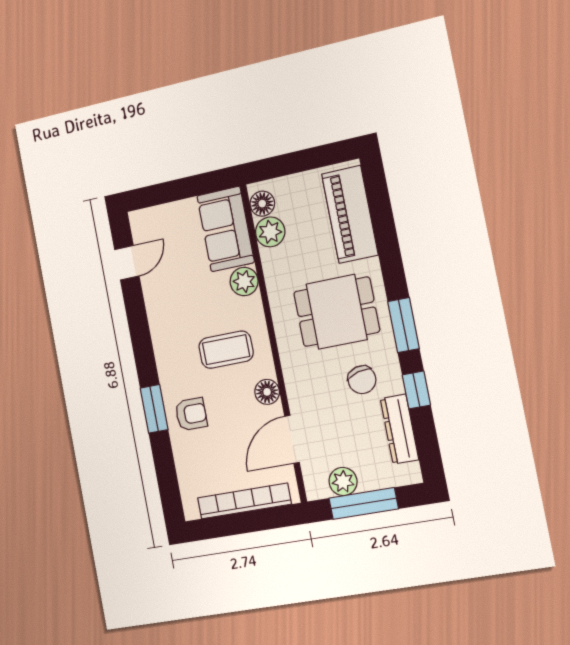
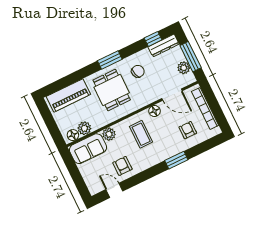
armchair: (171, 293) -> (122, 166), added
window: (416, 390) -> (153, 39), moved
armchair: (191, 414) -> (188, 130), moved
dresser: (399, 429) -> (164, 46), moved

